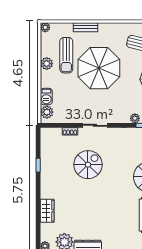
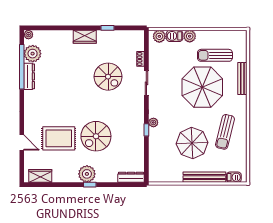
plant: (45, 27) -> (242, 35), removed
bench: (86, 27) -> (242, 79), width x1.36
plant: (47, 64) -> (190, 36), moved
wardrobe: (47, 211) -> (85, 37), moved

